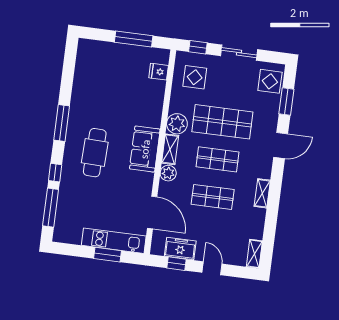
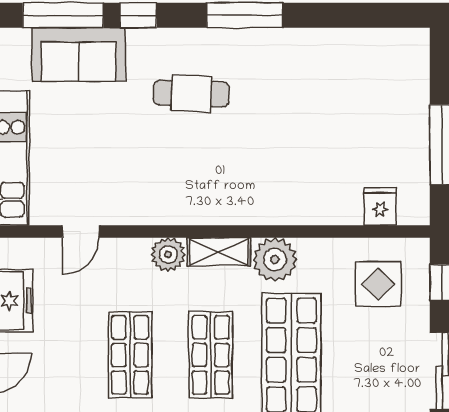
sofa: (145, 149) -> (79, 55), moved, turned 180
cafe table: (95, 153) -> (191, 94), width x0.73, depth x0.74
door: (152, 212) -> (81, 231), width x0.53

